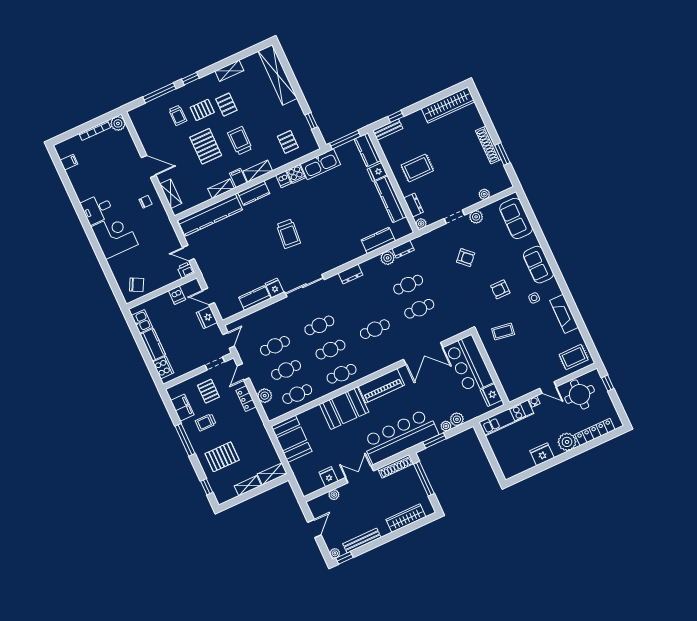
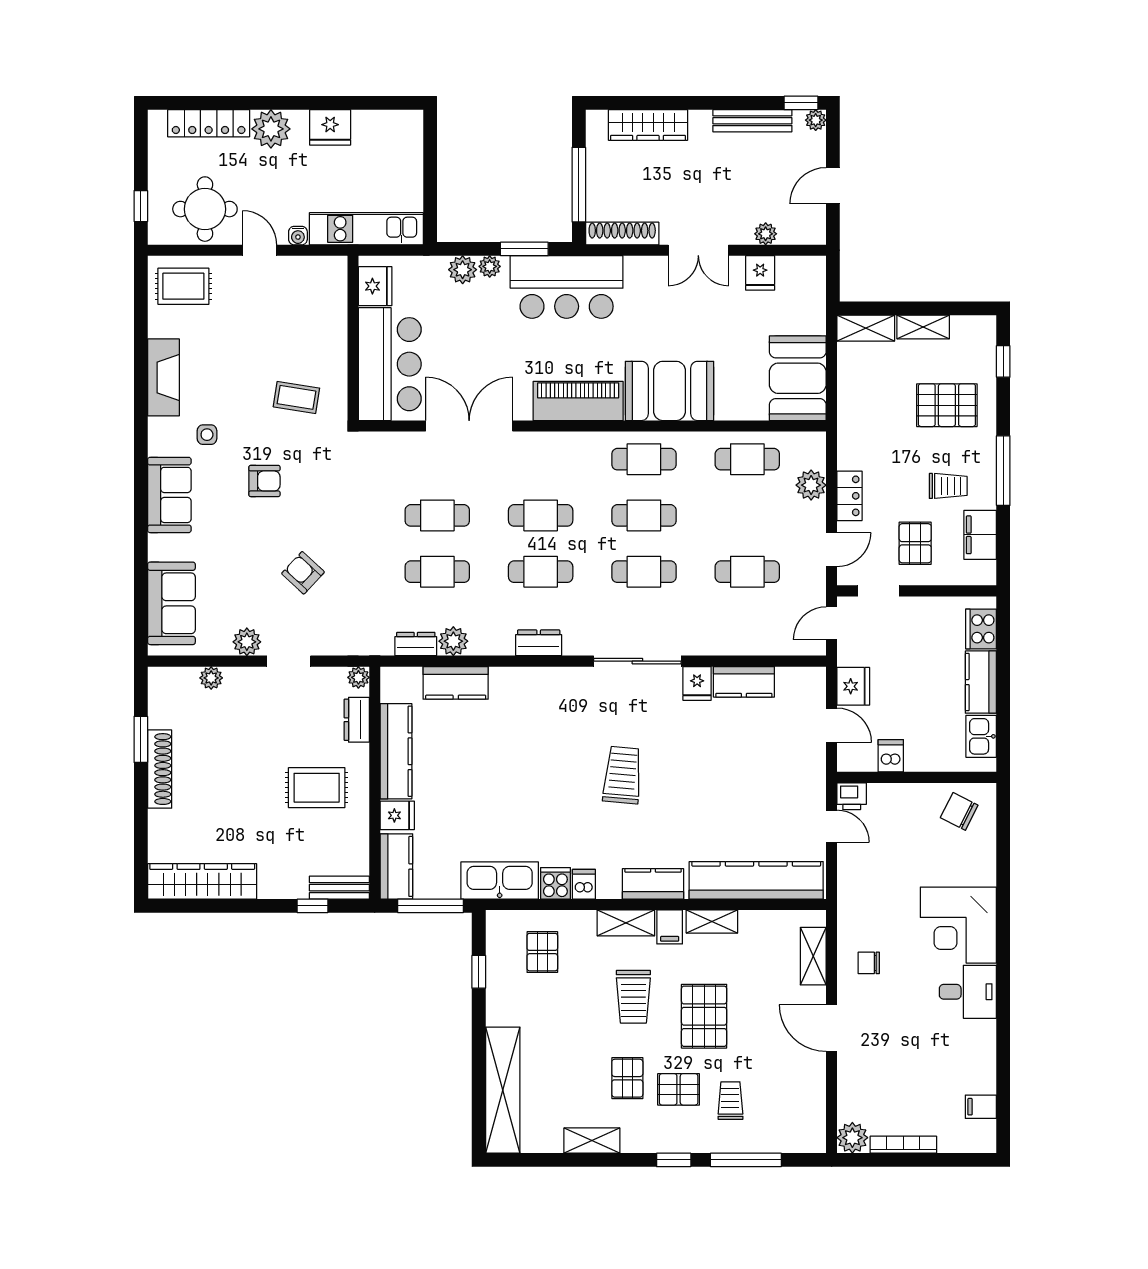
cafe table: (286, 370) -> (541, 572), moved
bar counter: (400, 436) -> (567, 287), width x0.73

